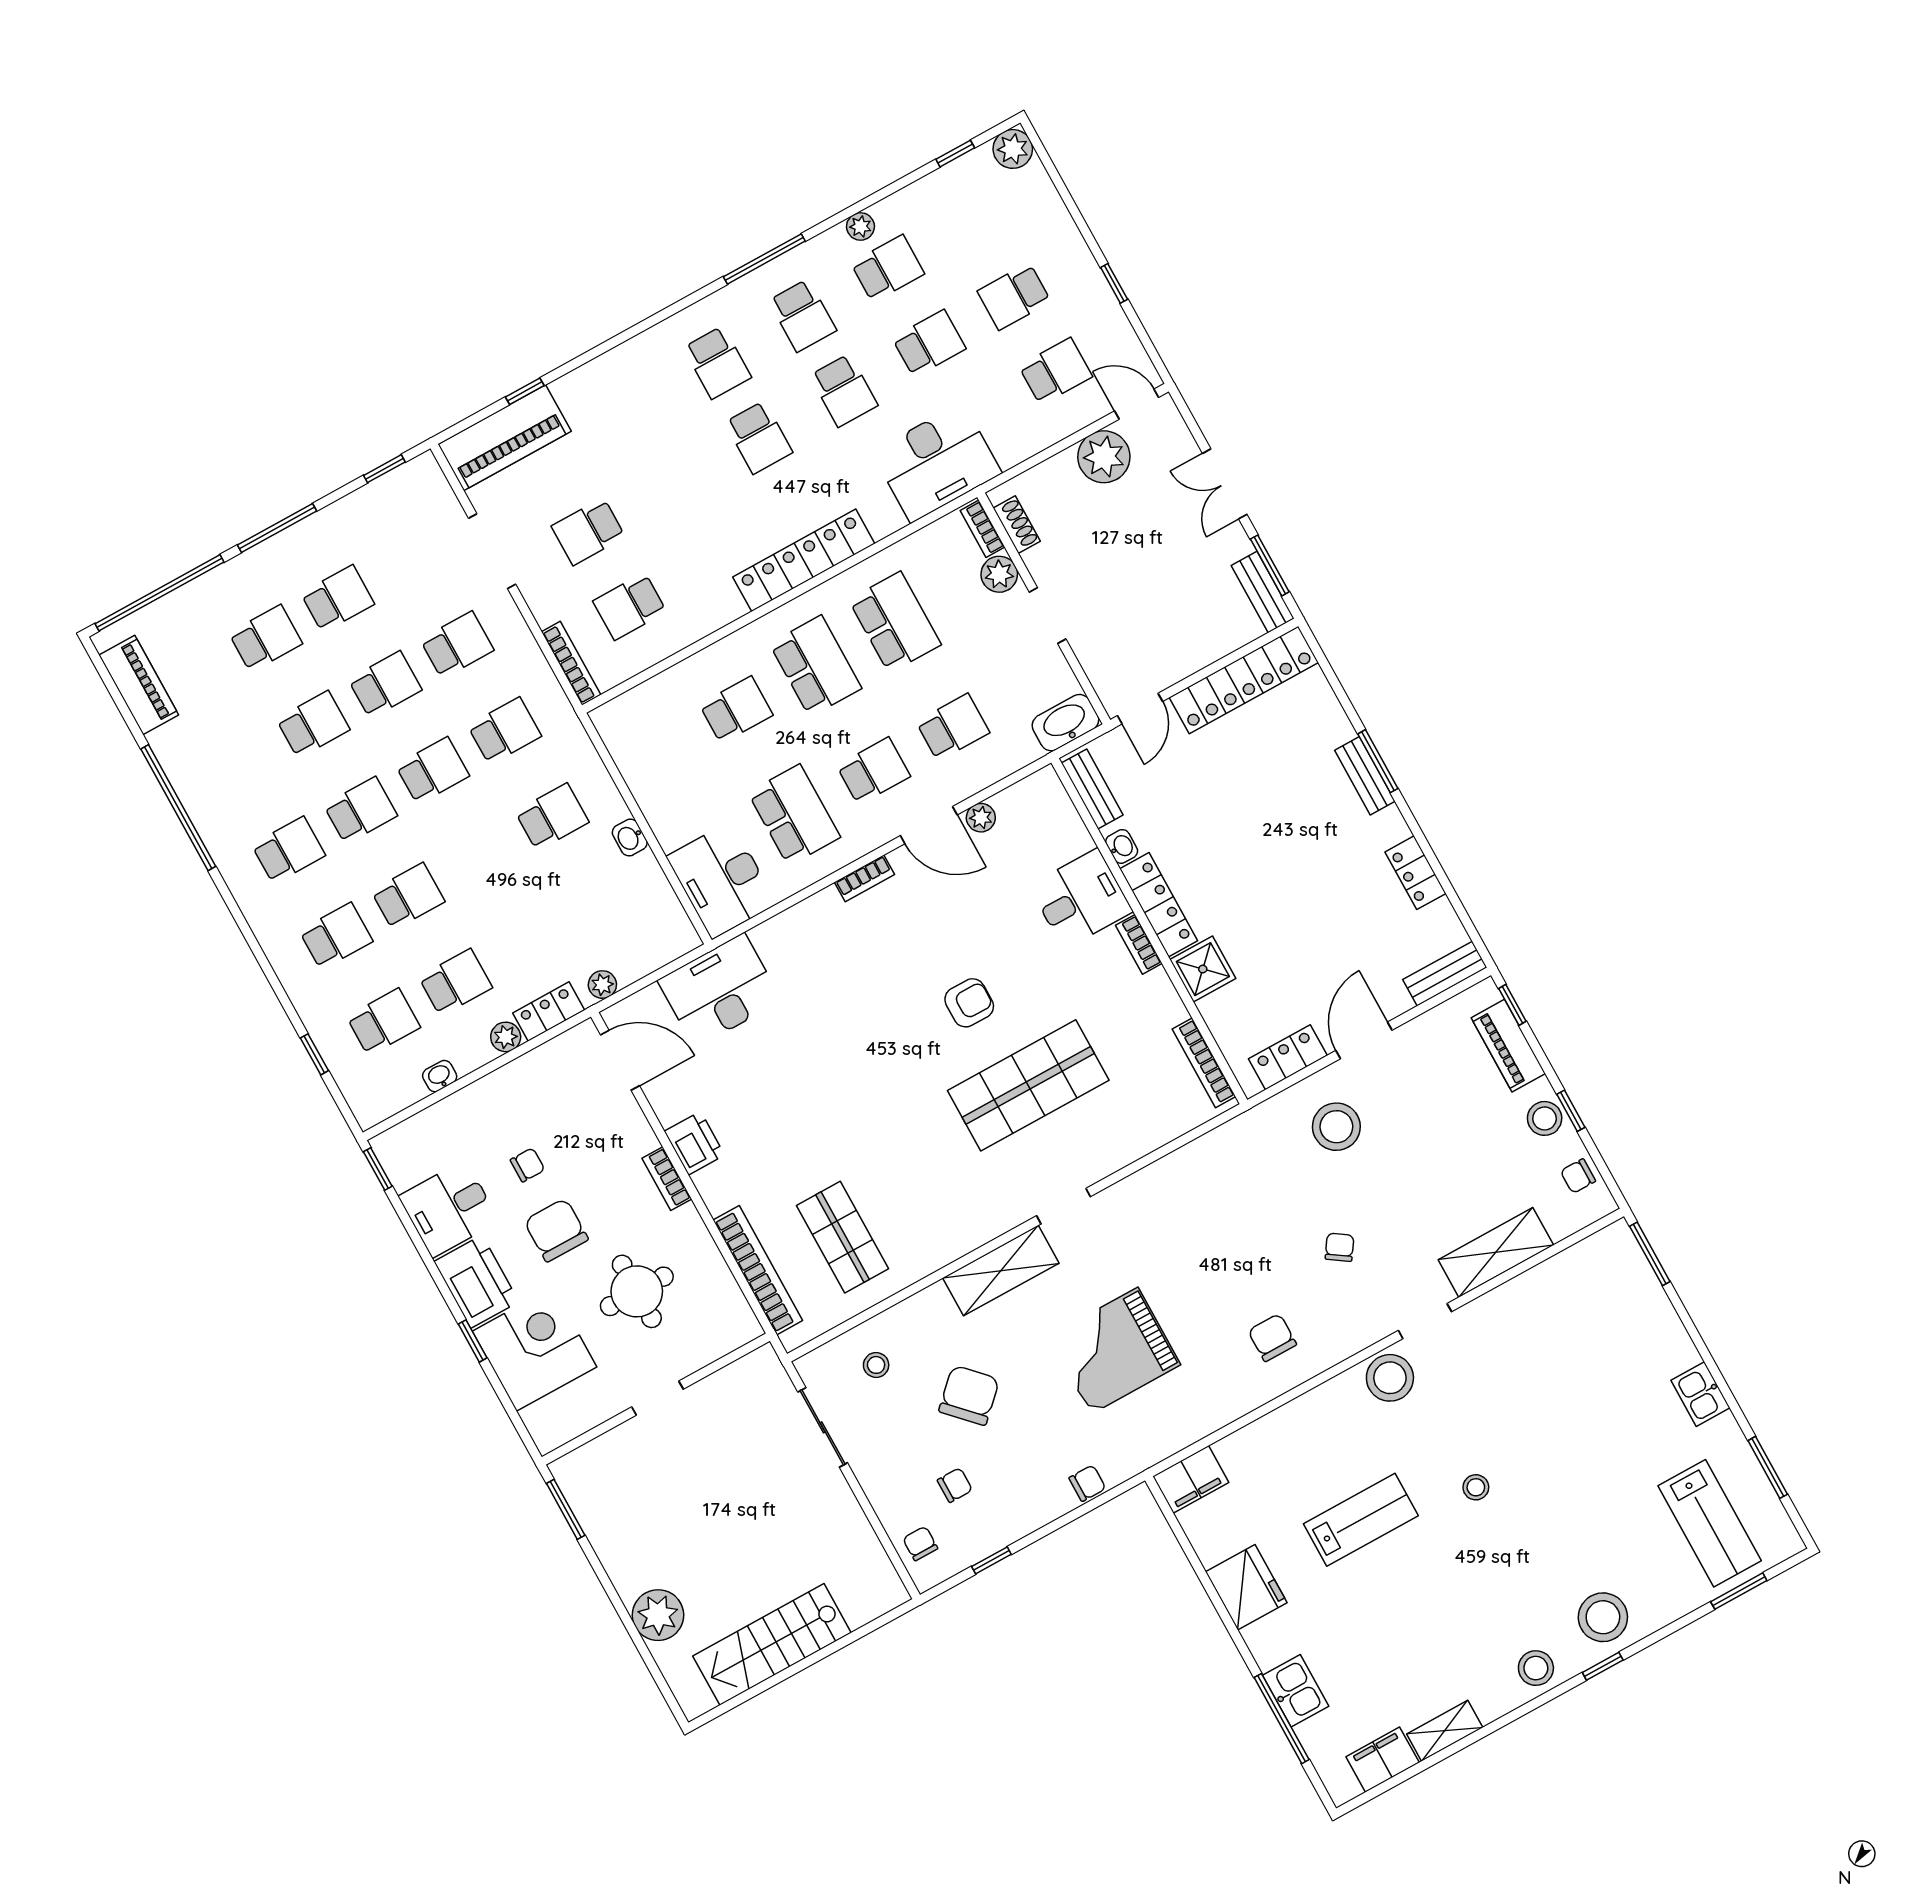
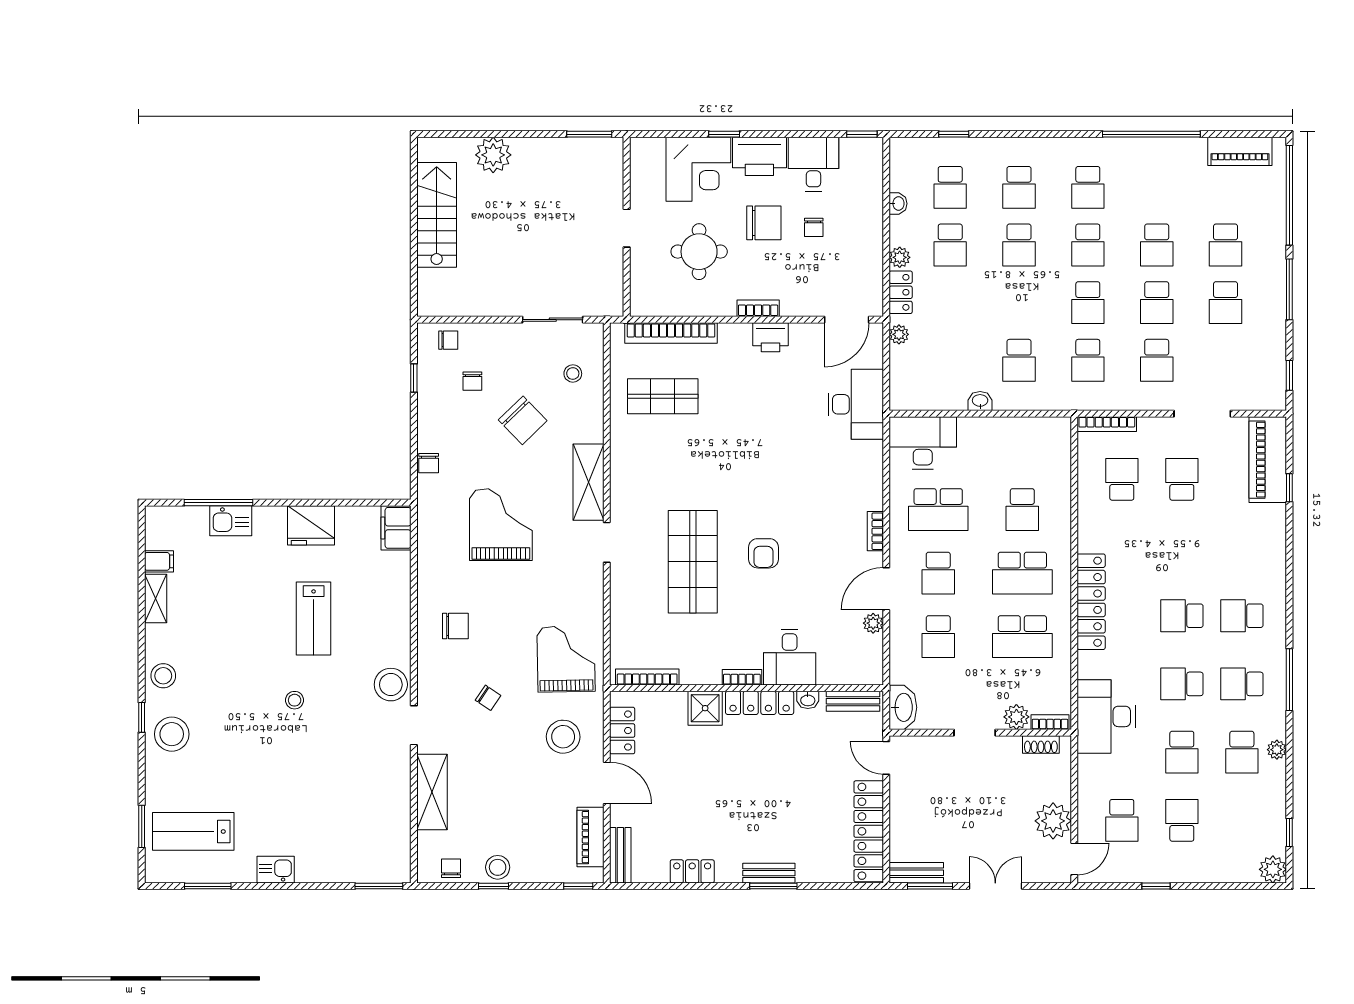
piano: (1508, 1046) -> (590, 837), moved, turned -90
grand piano: (1237, 1177) -> (566, 659), added
filing cabinet: (1383, 1760) -> (159, 561), width x0.50

